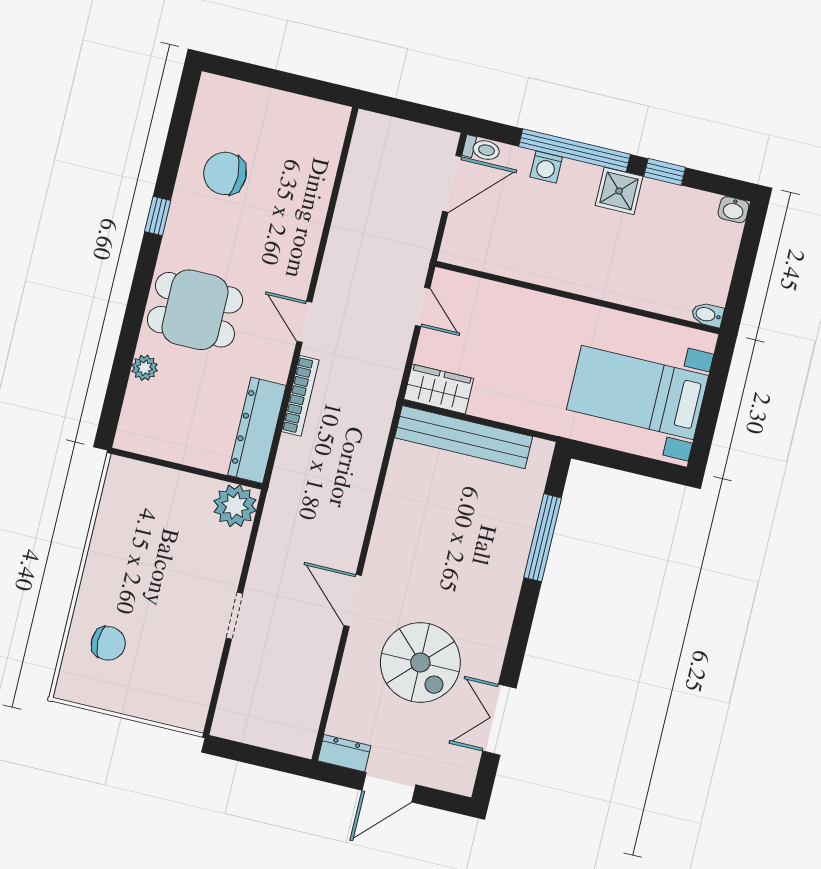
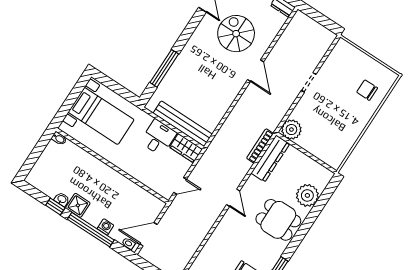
washbasin: (733, 210) -> (62, 199), moved
door: (423, 307) -> (180, 186), swing flipped
plant: (145, 368) -> (307, 195), width x1.87, depth x1.87
desk: (504, 390) -> (158, 138), added
bookcase: (300, 396) -> (260, 146), moved

